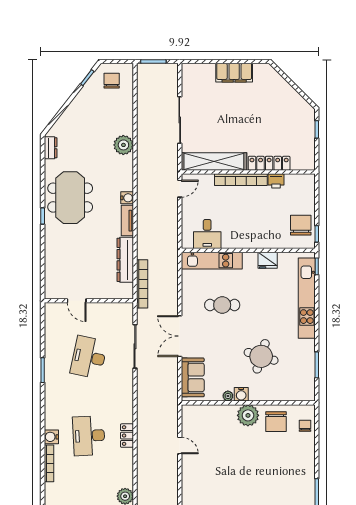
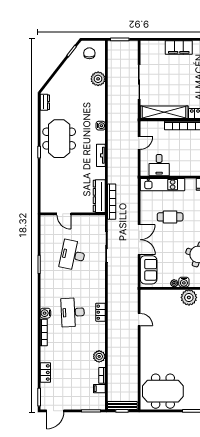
plant: (123, 145) -> (98, 79), moved
door: (180, 189) -> (139, 143), moved
water cooler: (127, 198) -> (101, 126), moved
dresser: (125, 260) -> (99, 196), moved
double door: (180, 336) -> (139, 240), swing flipped

